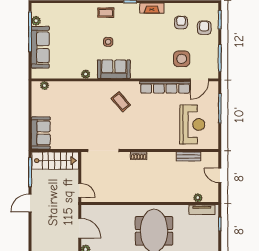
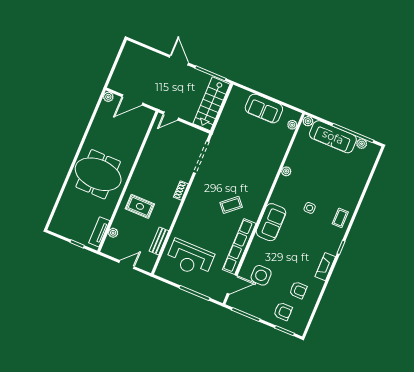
sofa: (114, 69) -> (271, 222), moved
plant: (36, 74) -> (308, 121), added
door: (199, 80) -> (232, 284), swing flipped
coffee table: (121, 102) -> (231, 205), moved
sofa: (41, 133) -> (264, 108), moved
rug: (166, 185) -> (140, 206), added

